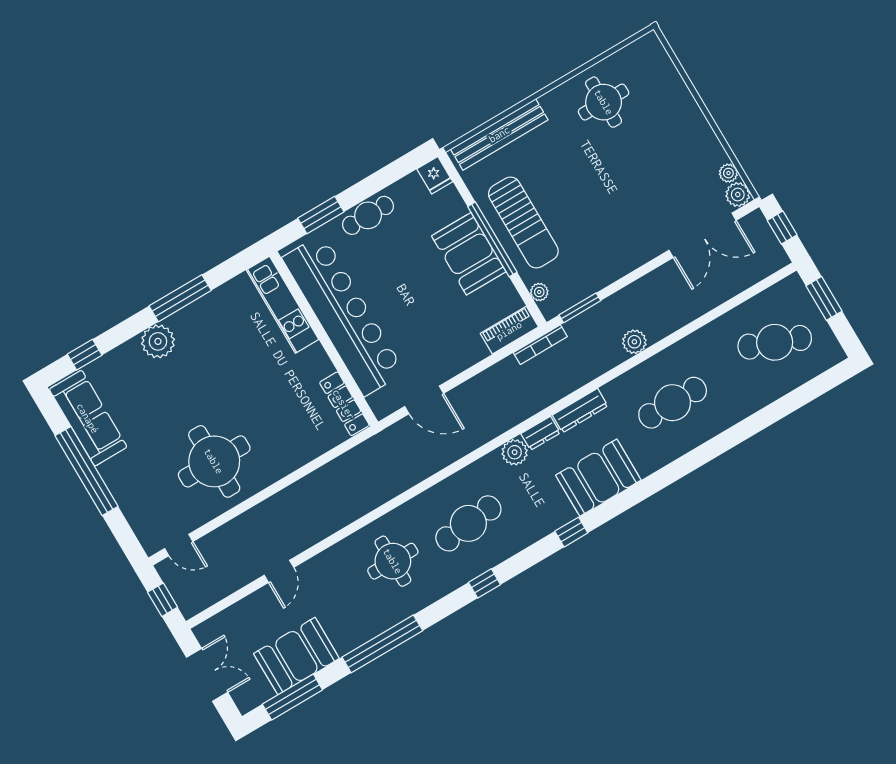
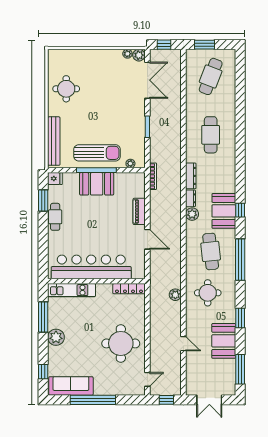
window: (321, 215) -> (43, 201), moved
kitchen unit: (282, 305) -> (72, 290), moved
window: (580, 308) -> (147, 127), moved
bar counter: (343, 315) -> (91, 267), moved
piano: (509, 330) -> (139, 211), moved
wall: (324, 339) -> (96, 281), moved
plant: (634, 342) -> (175, 295), moved
door: (424, 400) -> (147, 239), hinge flipped
locker: (344, 404) -> (129, 289), moved
booth: (598, 478) -> (224, 211), moved
window: (485, 583) -> (240, 260), width x3.17
window: (382, 644) -> (240, 318), width x0.47
booth: (296, 656) -> (224, 341), moved
double door: (207, 675) -> (209, 400), swing flipped

